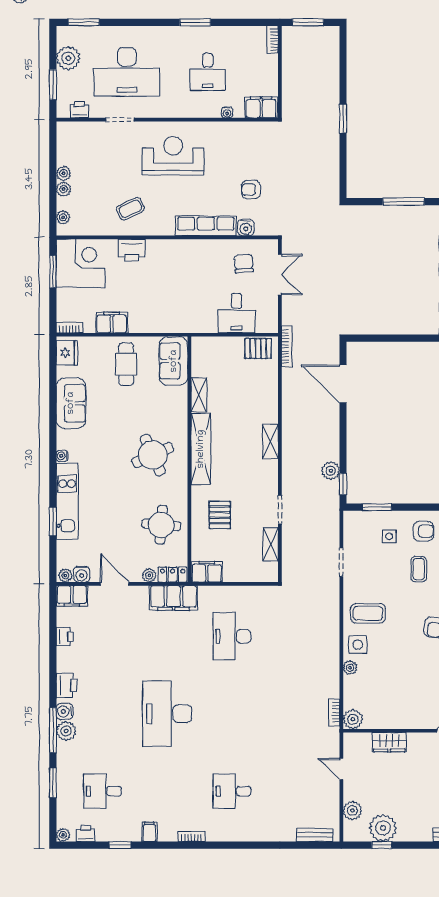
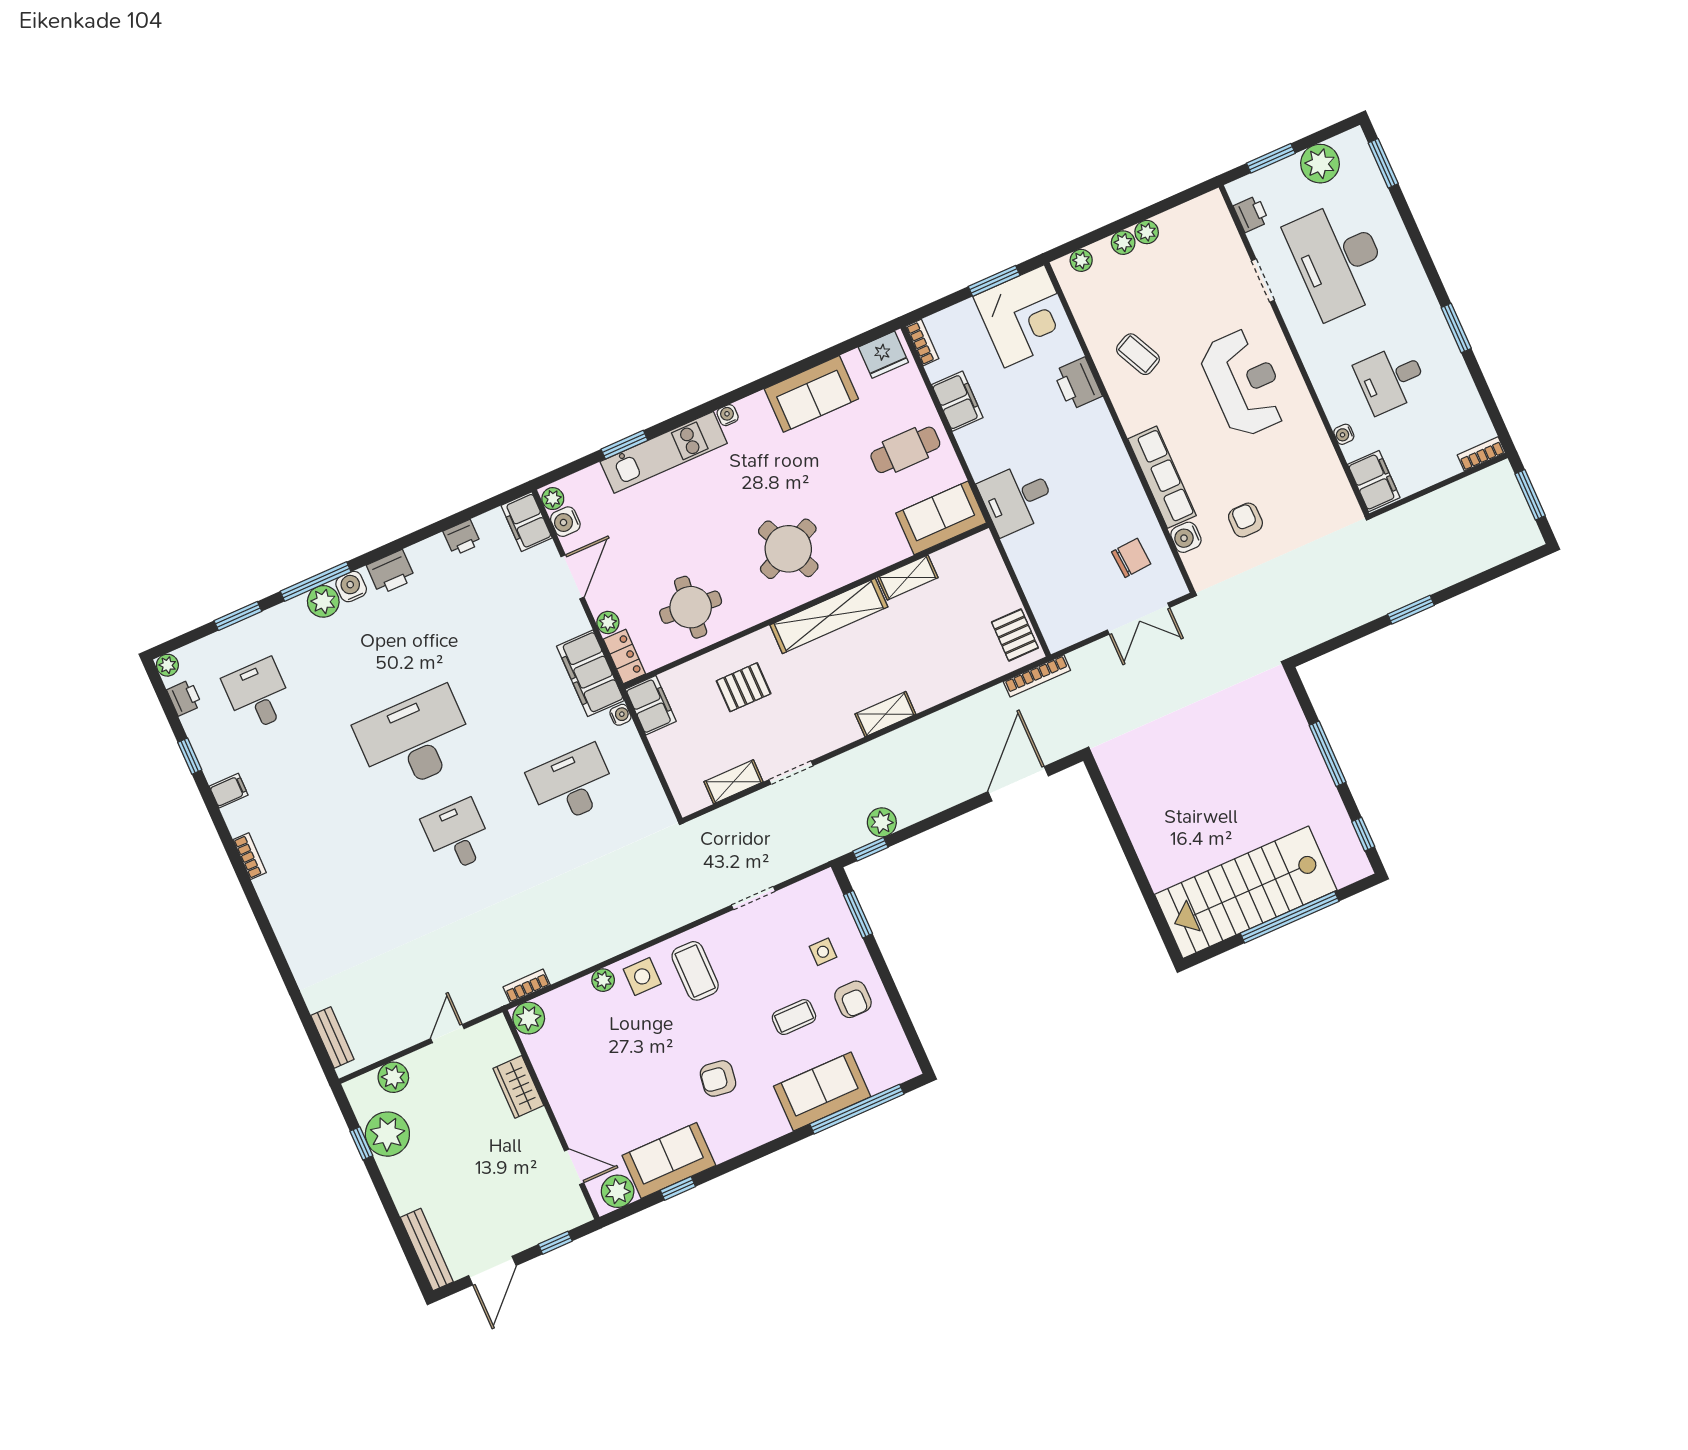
desk: (237, 313) -> (1017, 498), moved
water cooler: (204, 591) -> (620, 715), added
desk: (232, 791) -> (458, 836), moved

